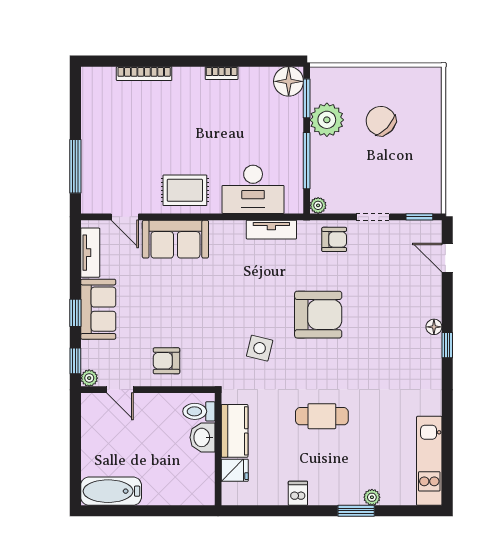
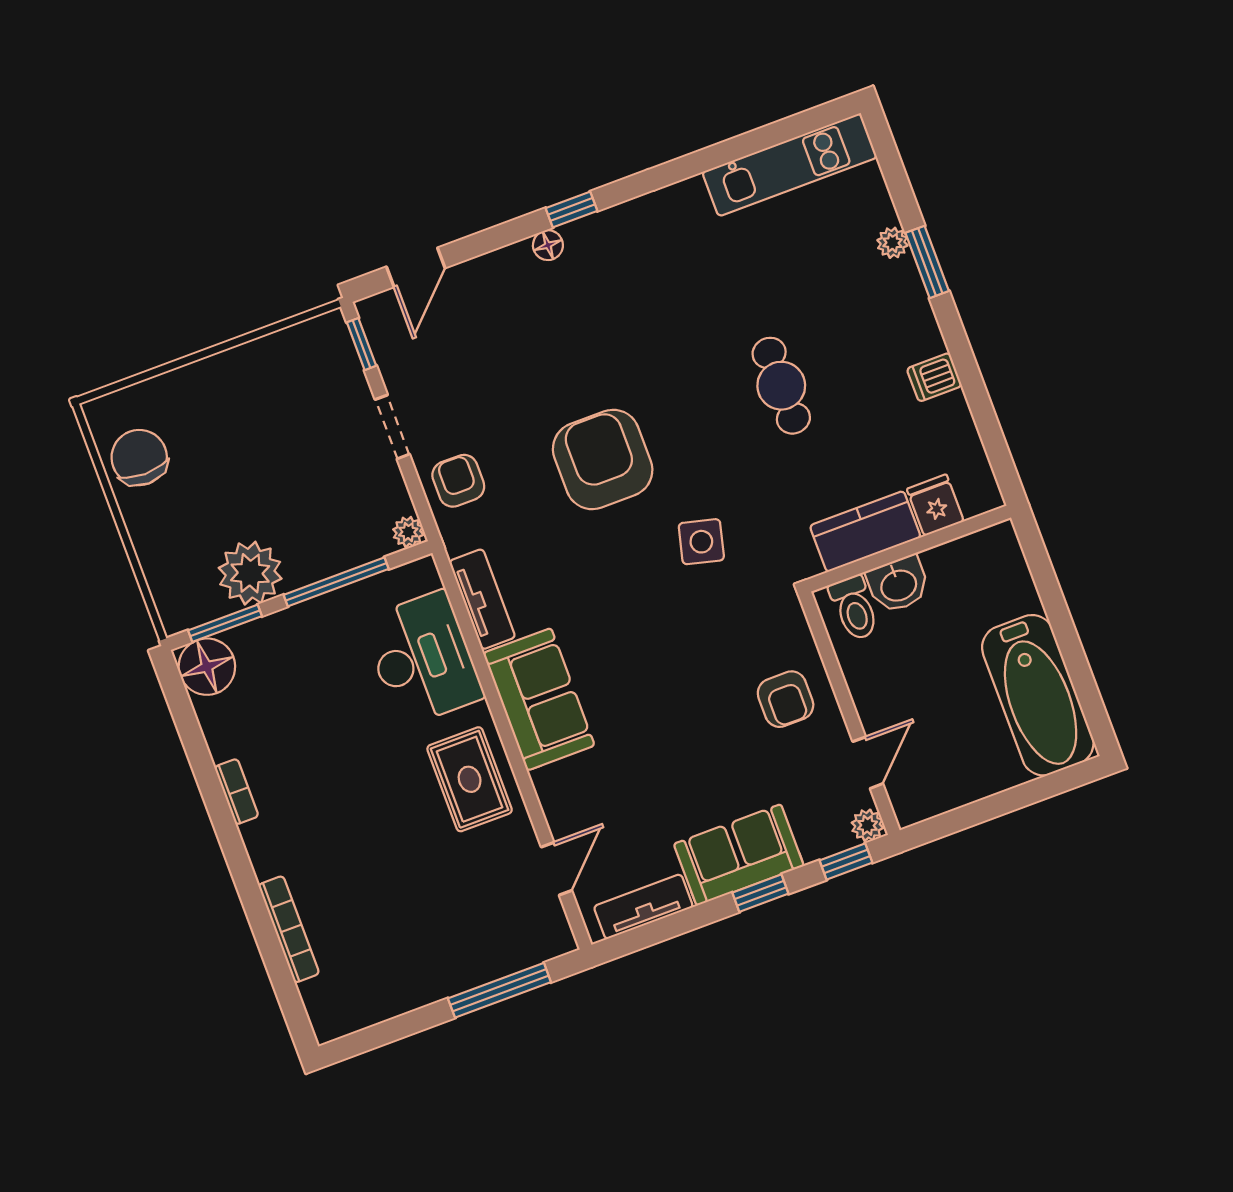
chair: (381, 121) -> (139, 458), moved, turned 137
sofa: (175, 239) -> (539, 699), moved
bathtub: (111, 491) -> (1038, 695), width x1.36, depth x1.36

